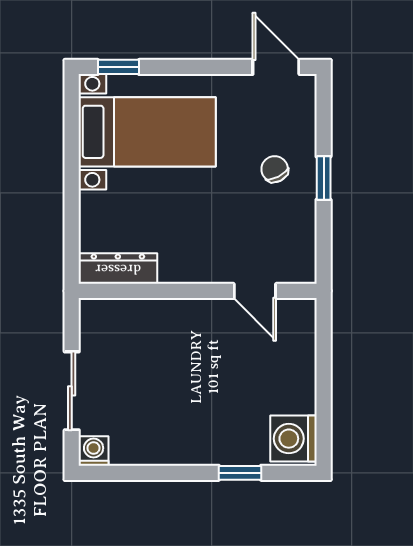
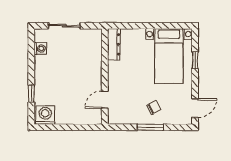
window: (118, 67) -> (195, 60), moved
window: (324, 178) -> (150, 127), width x1.50
washing machine: (94, 451) -> (40, 48), moved

